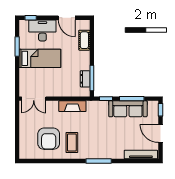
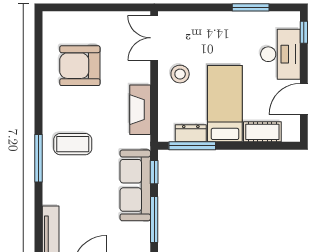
bed: (40, 58) -> (225, 104), moved, turned 180
stool: (53, 85) -> (180, 74), added
sofa: (128, 109) -> (135, 185), moved
coffee table: (72, 142) -> (73, 144), moved

